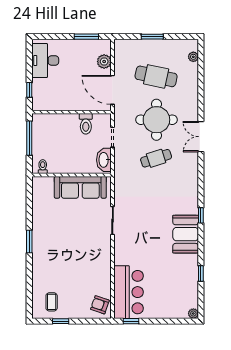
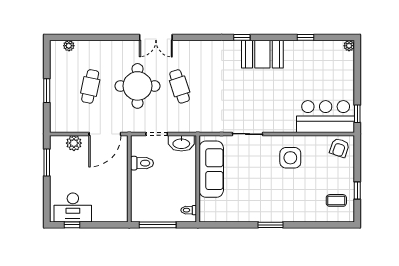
cafe table: (156, 76) -> (90, 86), width x0.73, depth x0.74
window: (29, 90) -> (72, 225), moved
side table: (91, 260) -> (290, 158), added

